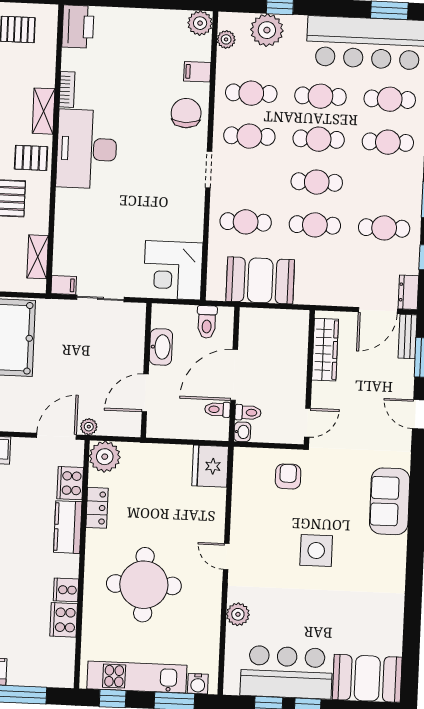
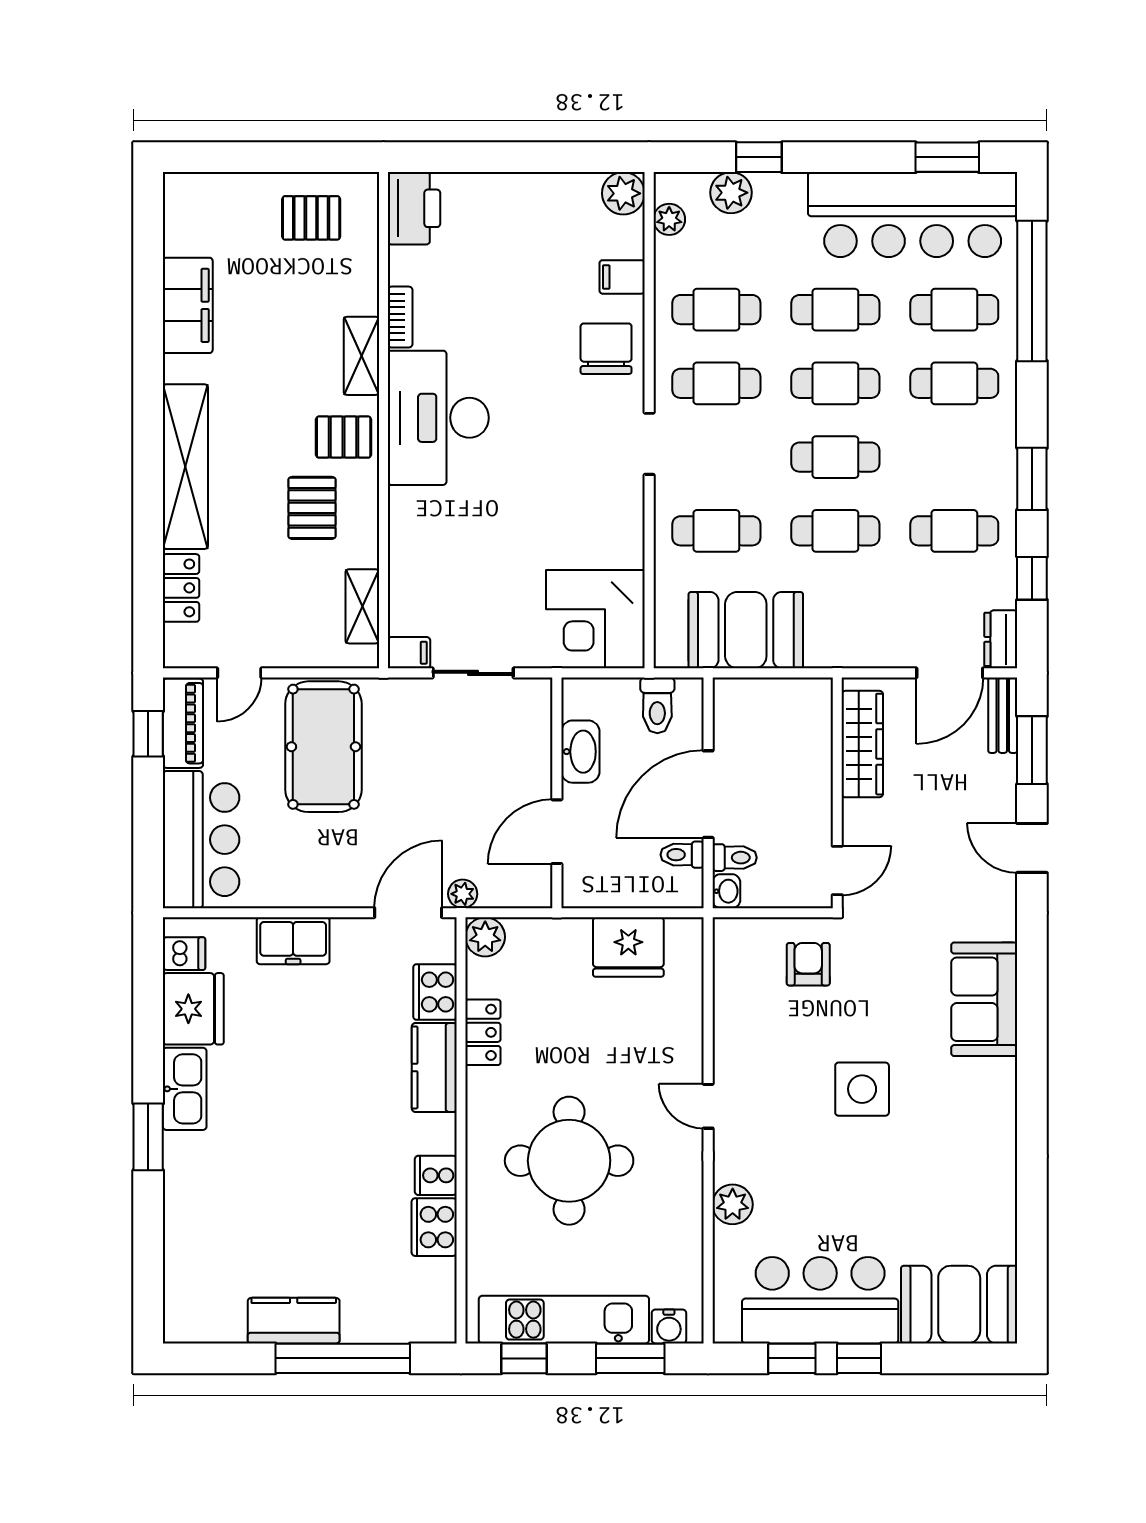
plant: (267, 30) -> (731, 193), width x0.73, depth x0.73
plant: (105, 457) -> (485, 937), width x0.73, depth x0.73
fridge: (210, 466) -> (628, 947), moved, turned -90

